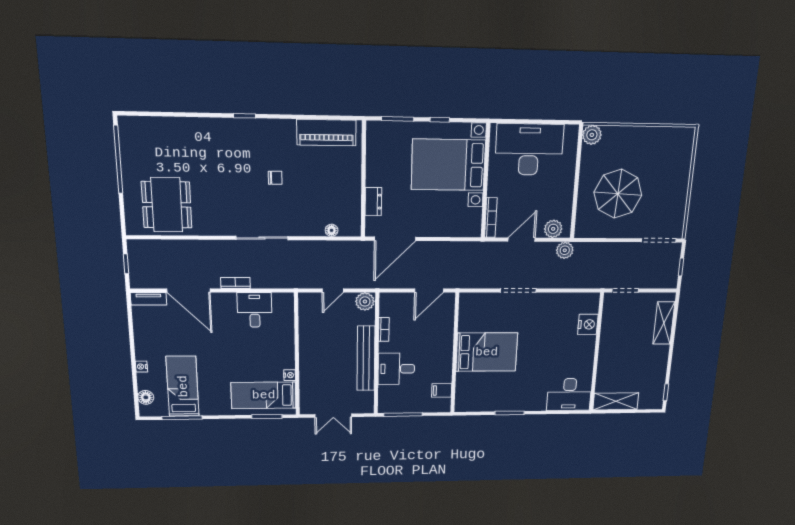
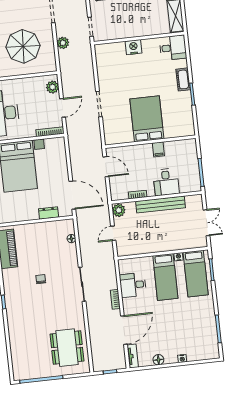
dining table: (167, 205) -> (67, 348), turned 90
door: (522, 240) -> (63, 108), swing flipped
plant: (565, 250) -> (63, 43), moved
door: (333, 290) -> (113, 233), swing flipped
nightstand: (588, 324) -> (133, 47), moved
bed: (183, 386) -> (165, 277), moved, turned -90
filing cabinet: (442, 390) -> (158, 149), moved
desk: (569, 395) -> (173, 48), width x0.73
floor lamp: (146, 397) -> (158, 360), moved
cot: (531, 403) -> (183, 79), added

